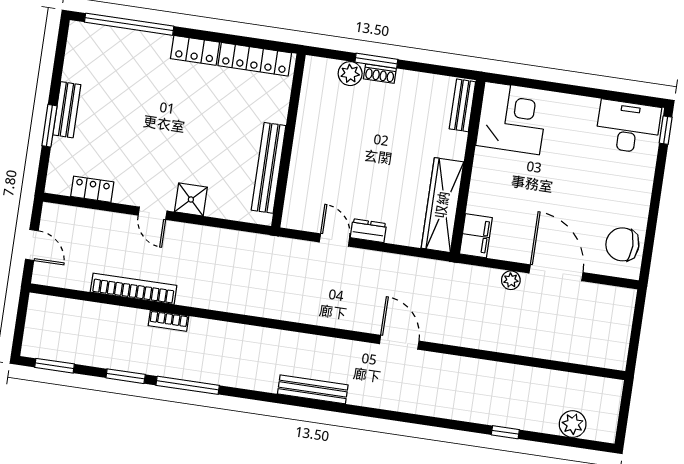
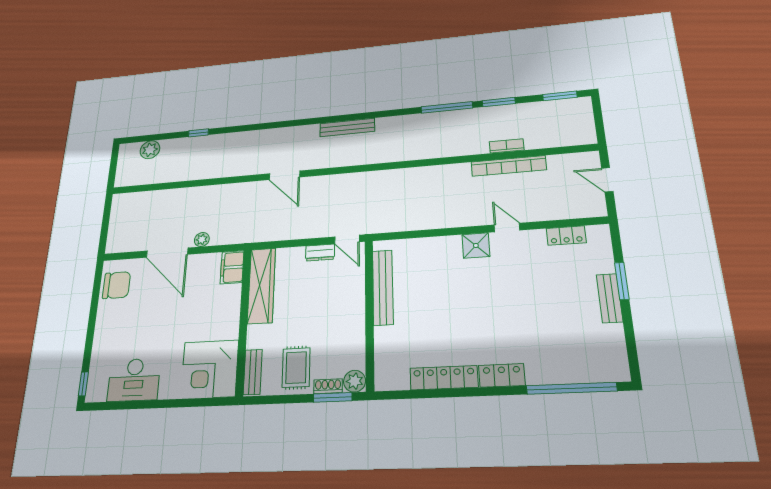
rug: (413, 101) -> (296, 368), added
desk: (628, 127) -> (134, 380), moved
wall: (288, 140) -> (369, 314), moved
bench: (269, 168) -> (383, 287), moved
bookcase: (169, 321) -> (507, 146), moved

